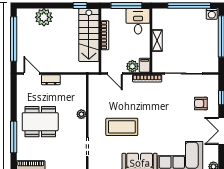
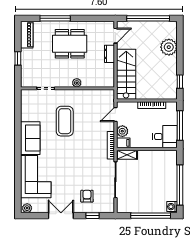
stairs: (89, 35) -> (126, 74), moved, turned 90
shelving: (157, 40) -> (127, 155), moved
dining table: (40, 122) -> (70, 44), turned 90

